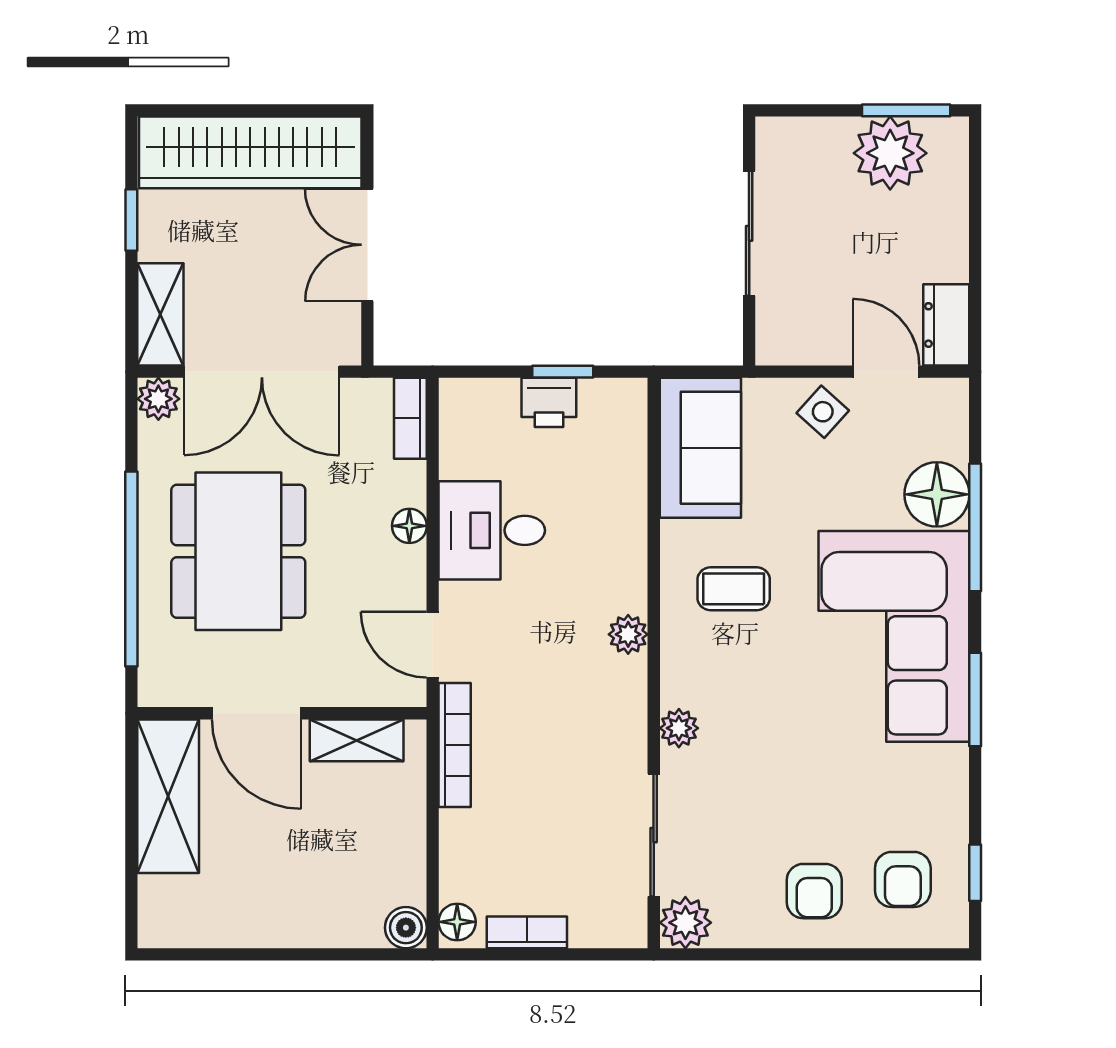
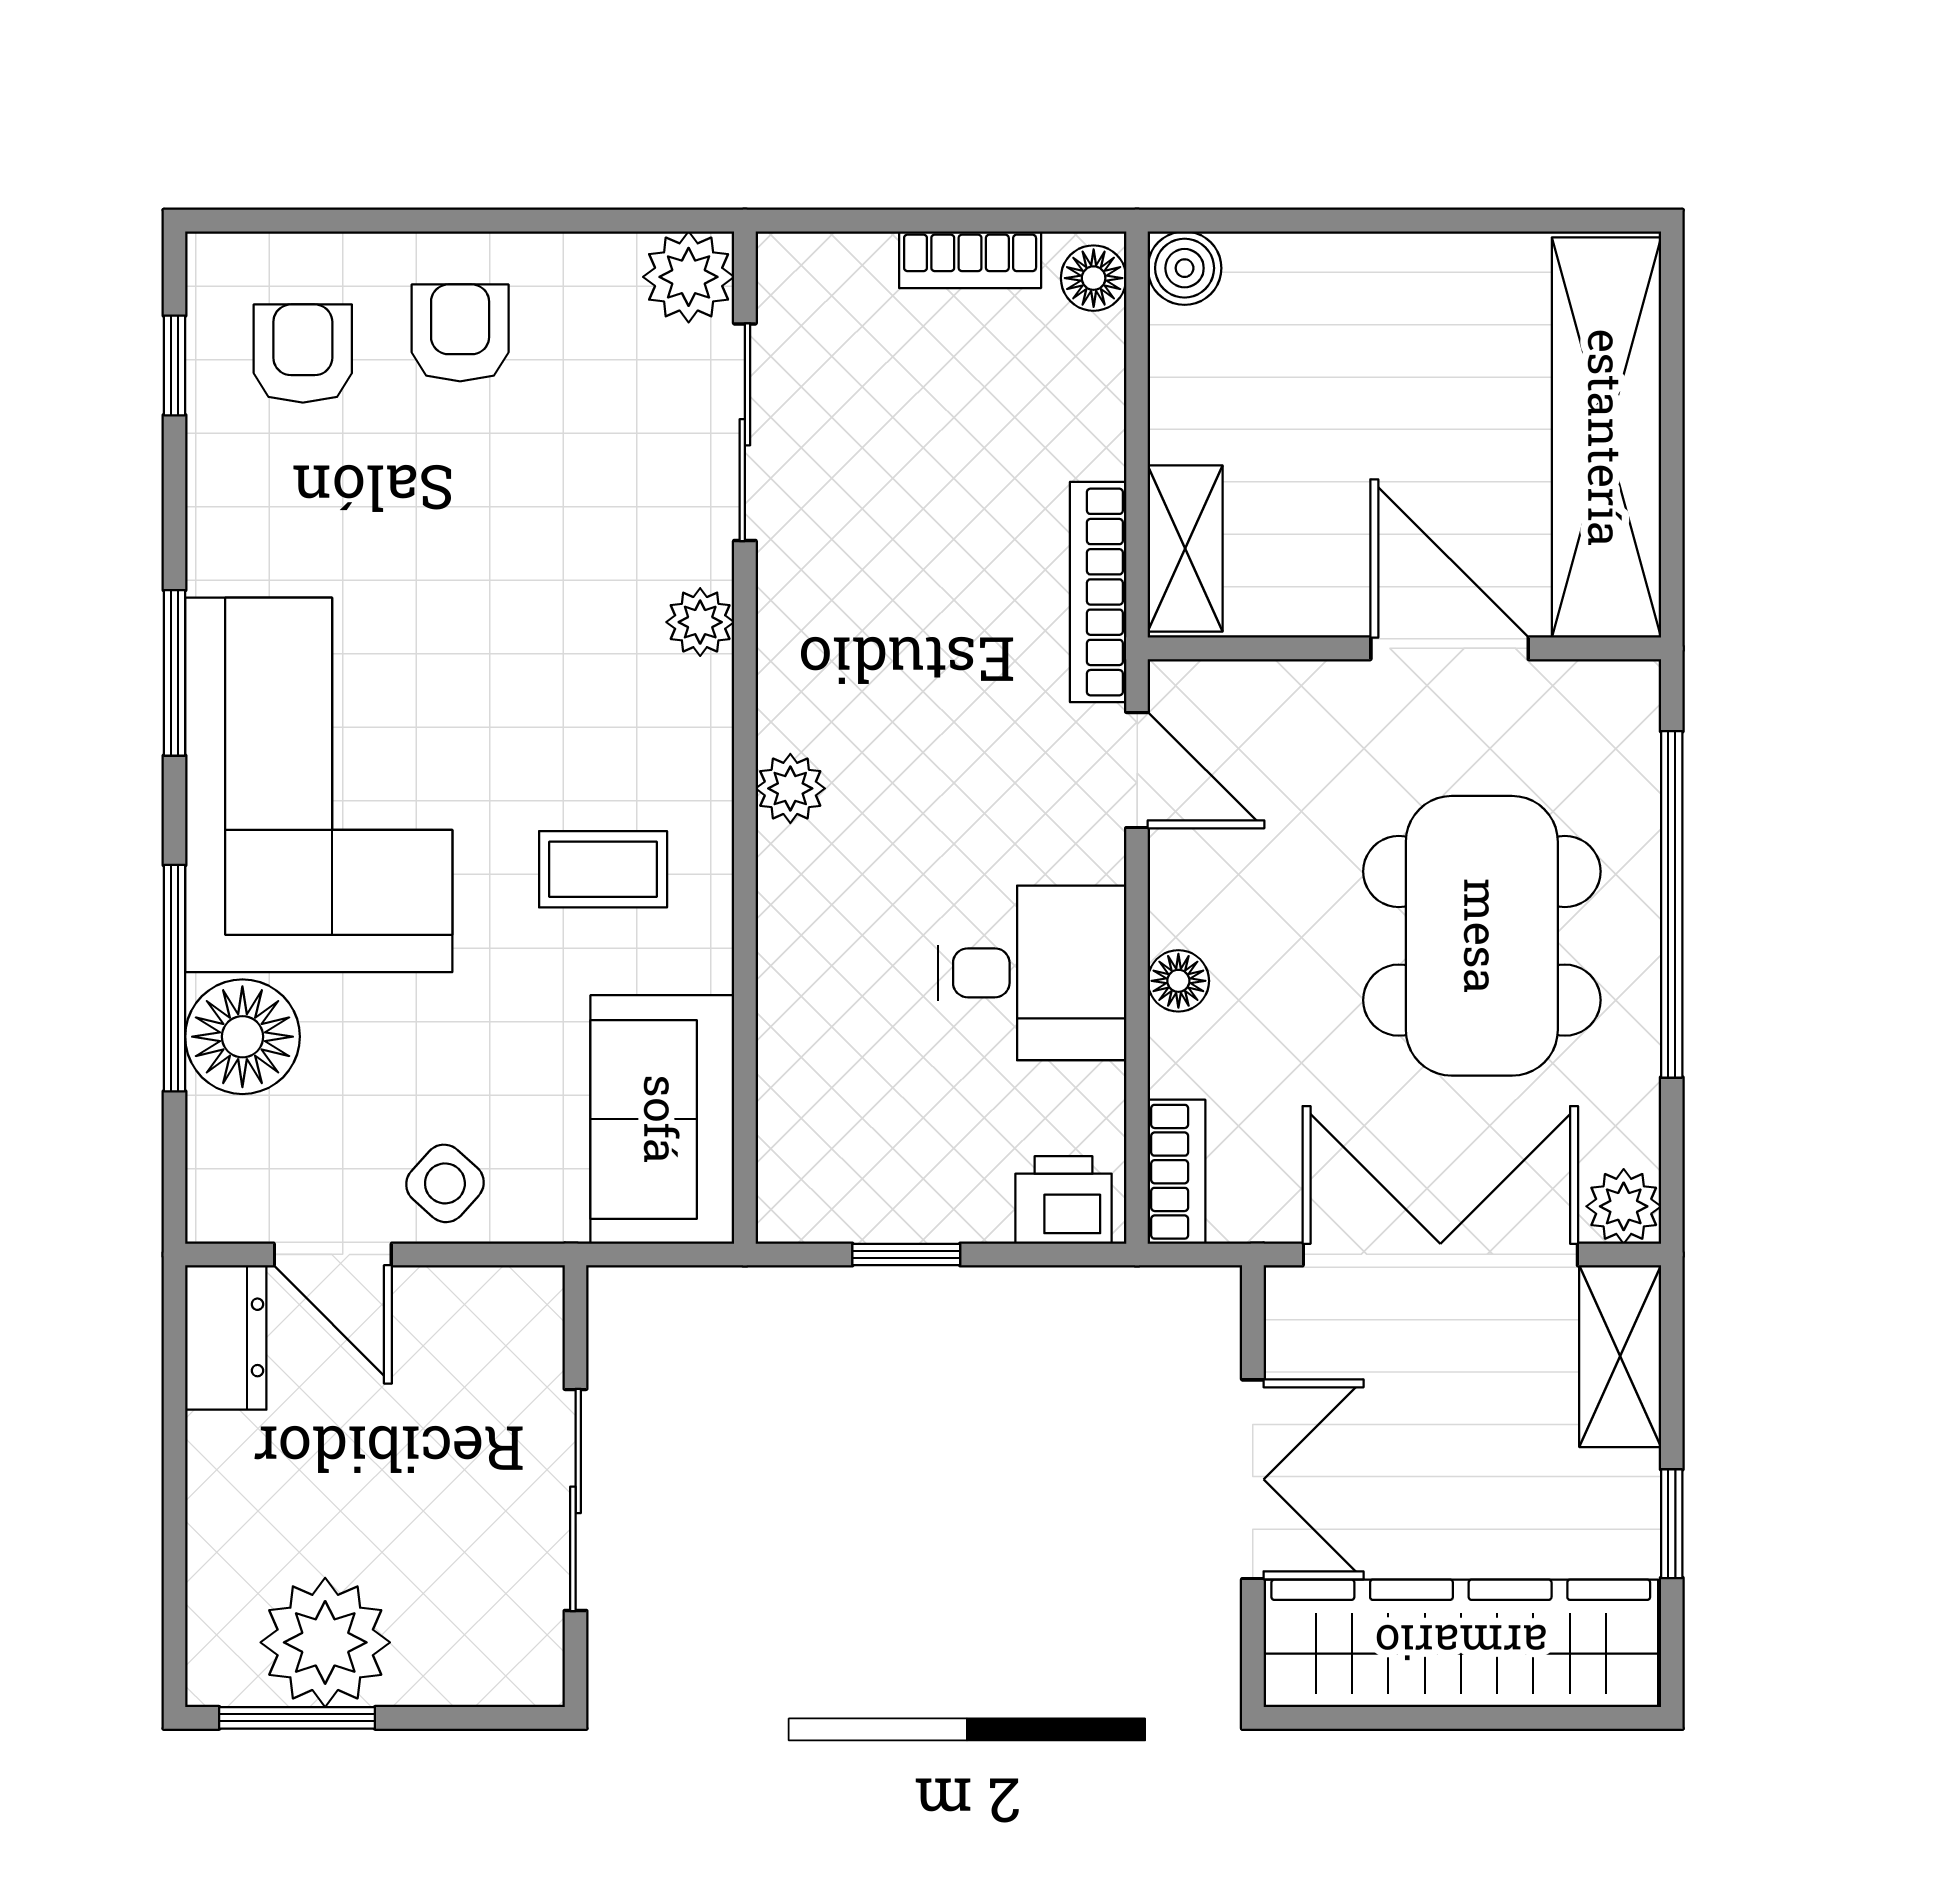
printer: (549, 402) -> (1064, 1200), moved
shelving: (357, 740) -> (1185, 548), moved, turned 90
shelving: (168, 796) -> (1606, 438), width x1.47

